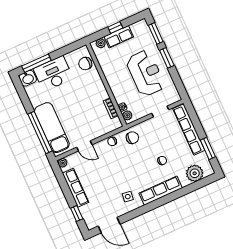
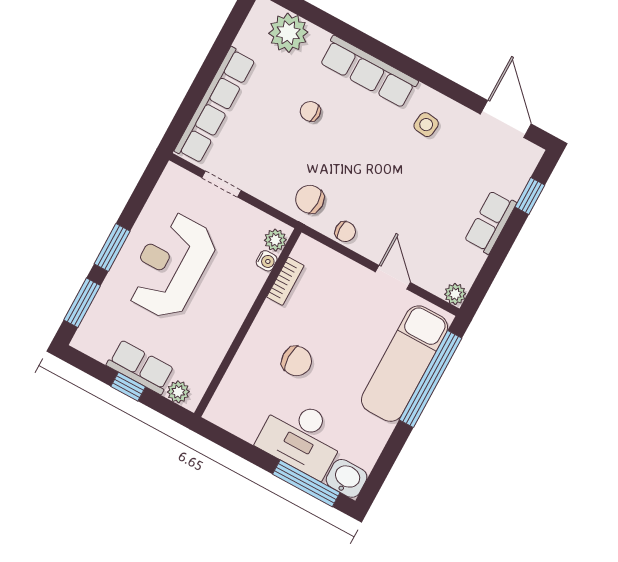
chair: (85, 64) -> (297, 361), moved
window: (208, 148) -> (223, 43), removed
row of seats: (76, 188) -> (490, 222), width x0.68

